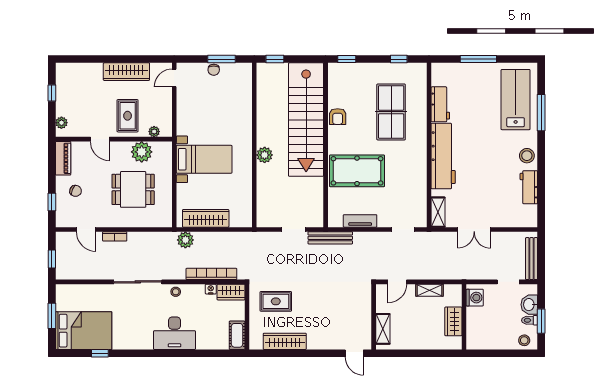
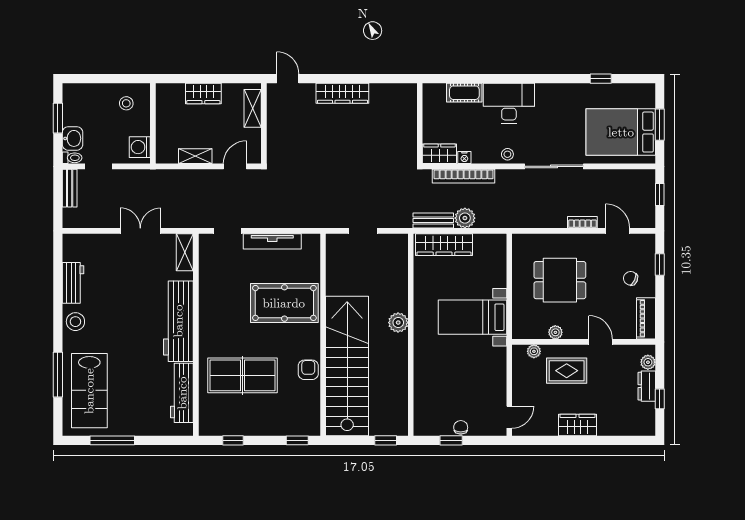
window: (221, 59) -> (451, 440), width x0.67
window: (478, 59) -> (112, 440), moved
wardrobe: (126, 72) -> (578, 425), width x0.67
dresser: (62, 103) -> (647, 386), added
workbench: (440, 104) -> (182, 393), width x1.38
table tennis table: (391, 112) -> (243, 375), turned 90
rug: (128, 116) -> (567, 371), turned 90
plant: (142, 152) -> (555, 332), width x0.53, depth x0.53
wardrobe: (206, 218) -> (444, 245), moved
tv unit: (360, 221) -> (272, 241), width x1.41
bench: (330, 238) -> (433, 221), moved, width x0.73
plant: (185, 240) -> (465, 218), moved
bench: (532, 259) -> (70, 188), width x0.73
rug: (276, 301) -> (384, 142), removed
toilet: (530, 320) -> (72, 158), moved
wardrobe: (453, 321) -> (203, 93), moved, turned 90
bed: (84, 331) -> (621, 132), moved
cot: (237, 335) -> (464, 93), moved, turned 90
stool: (524, 340) -> (126, 103), moved
wardrobe: (285, 341) -> (342, 93), moved

